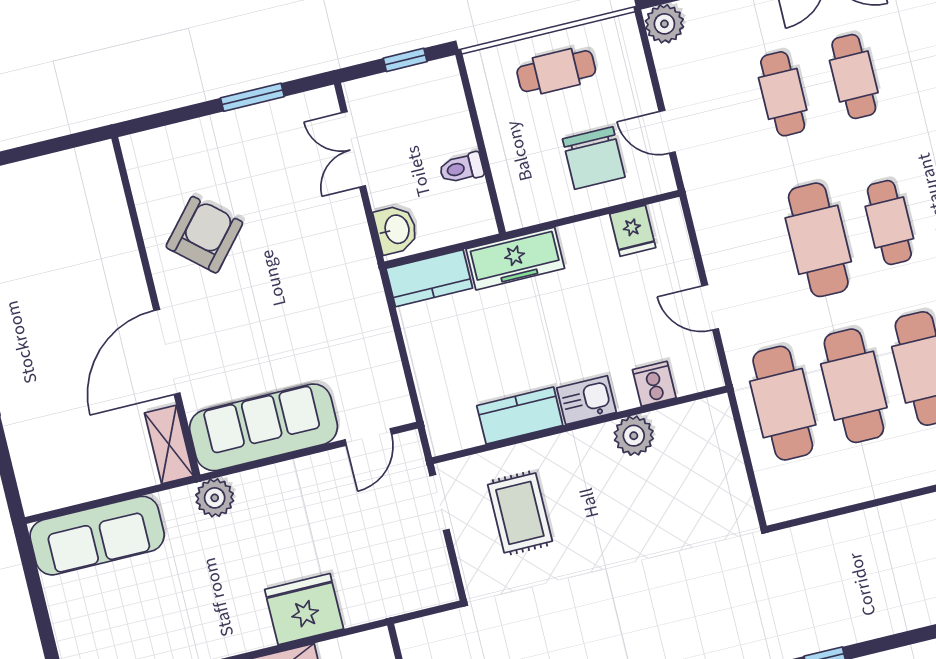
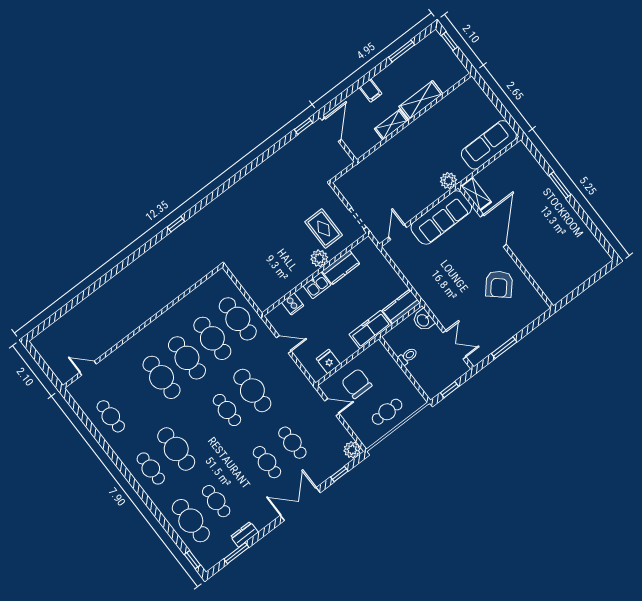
plant: (634, 436) -> (319, 258), moved
fridge: (304, 609) -> (393, 152), removed

